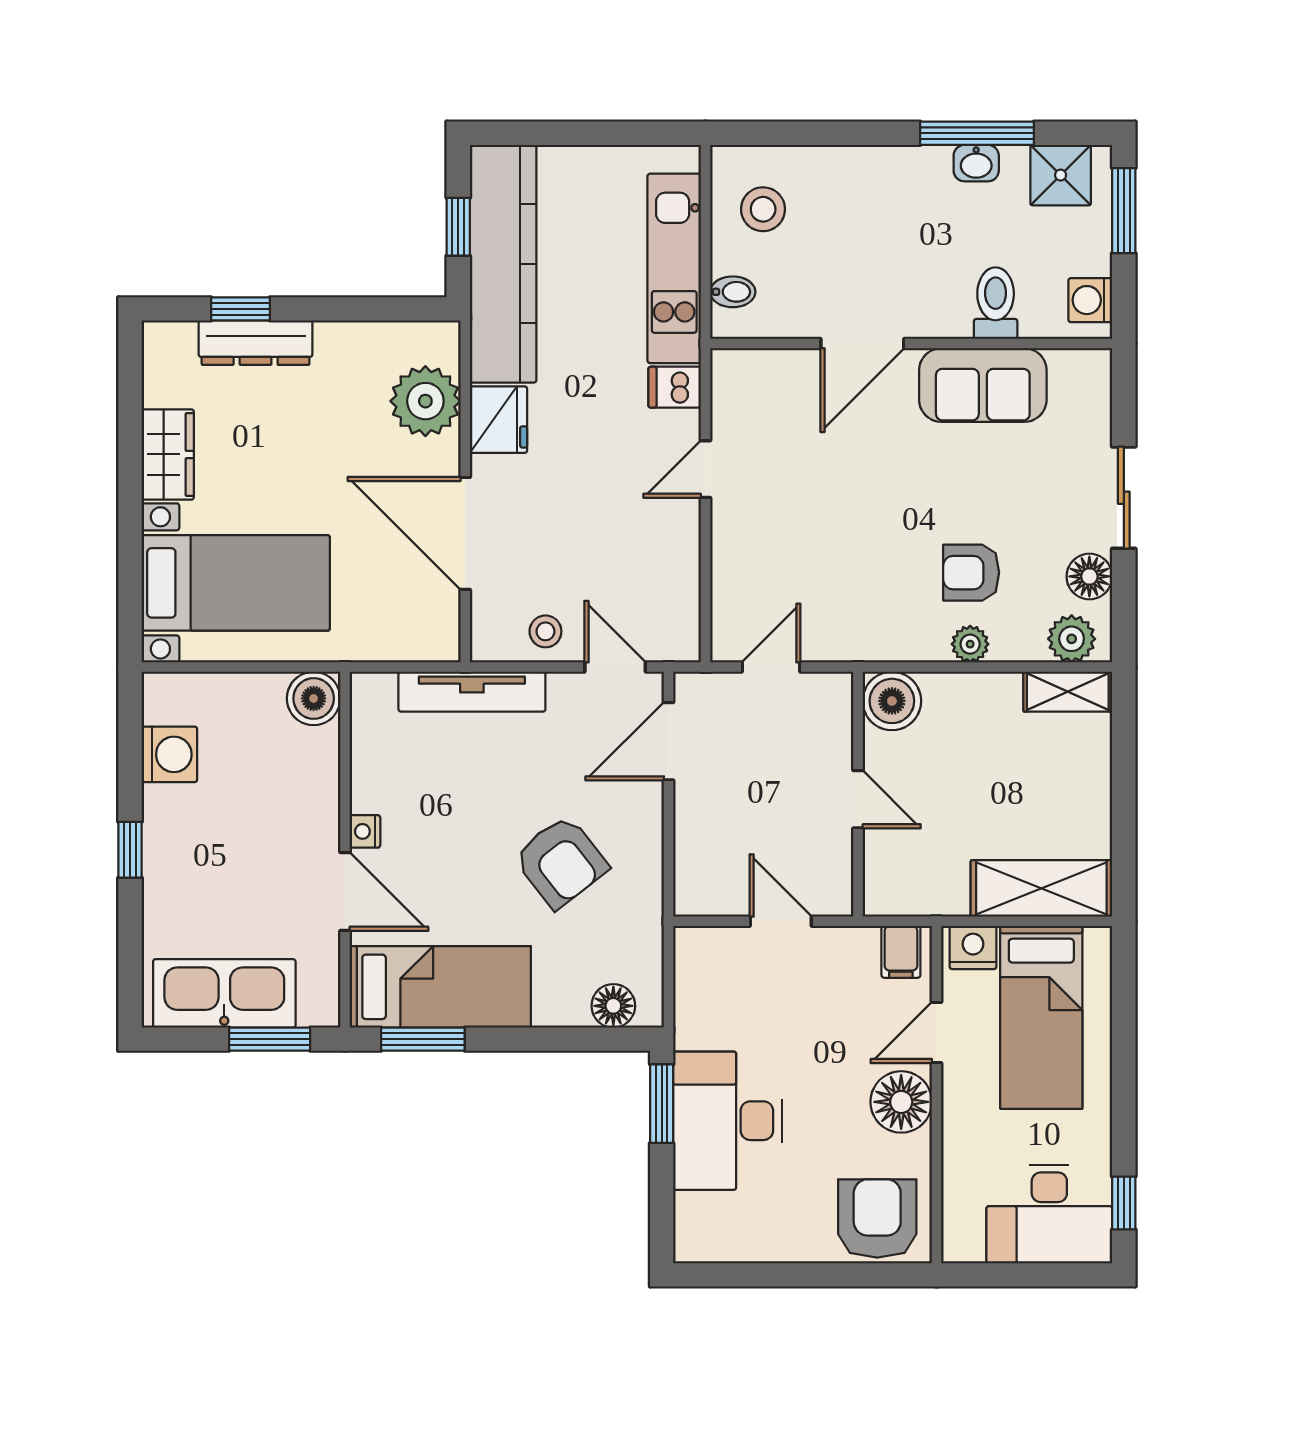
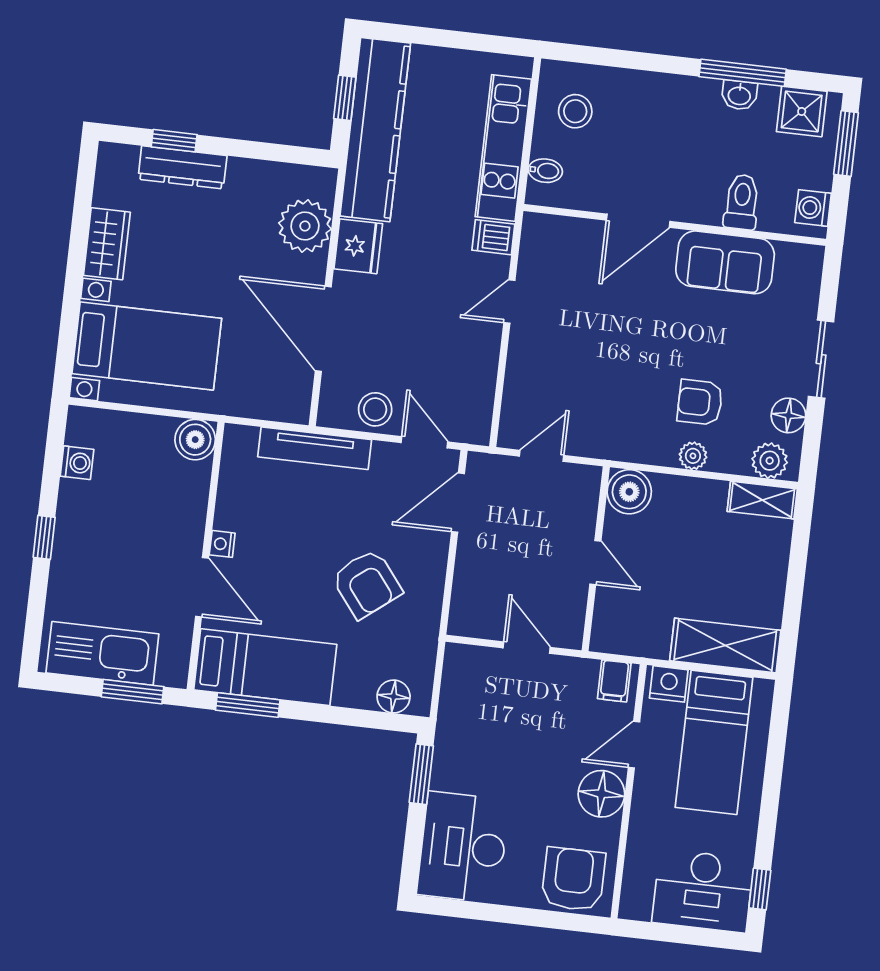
stool: (545, 631) -> (375, 409), width x1.37, depth x1.37
washing machine: (169, 754) -> (77, 463), width x0.73, depth x0.73
desk: (727, 1121) -> (463, 847), moved

